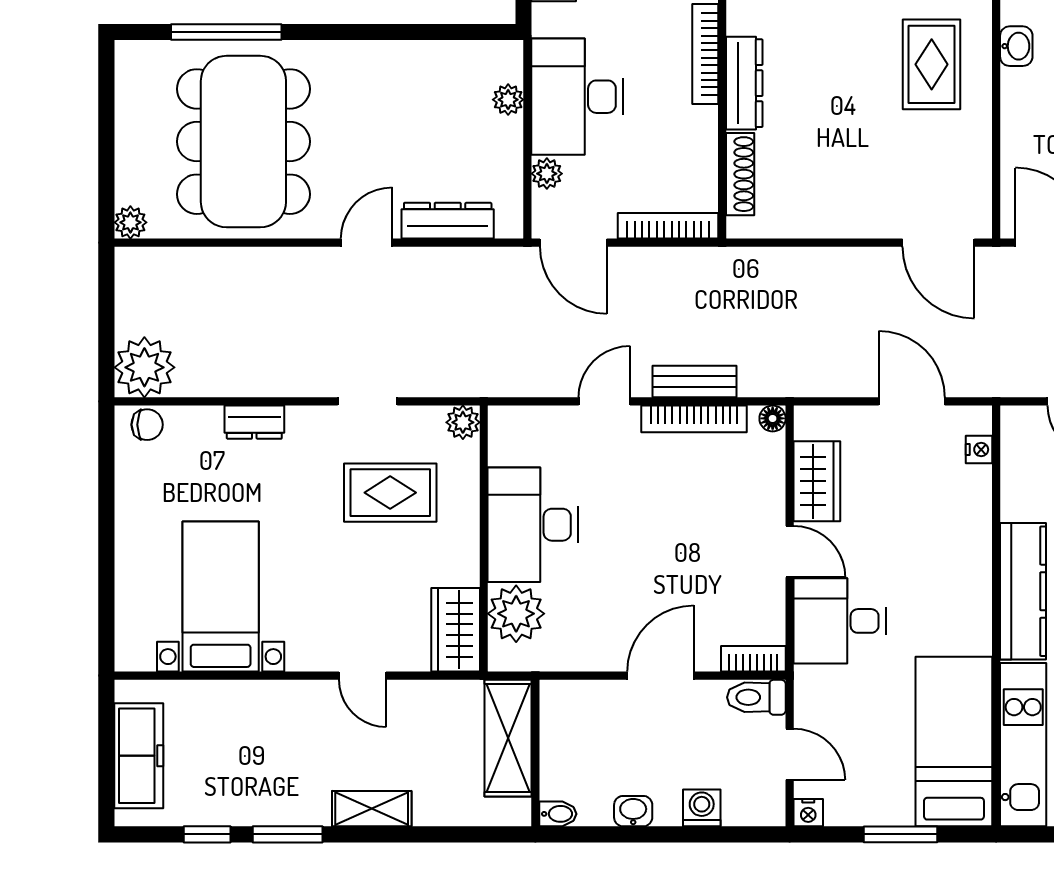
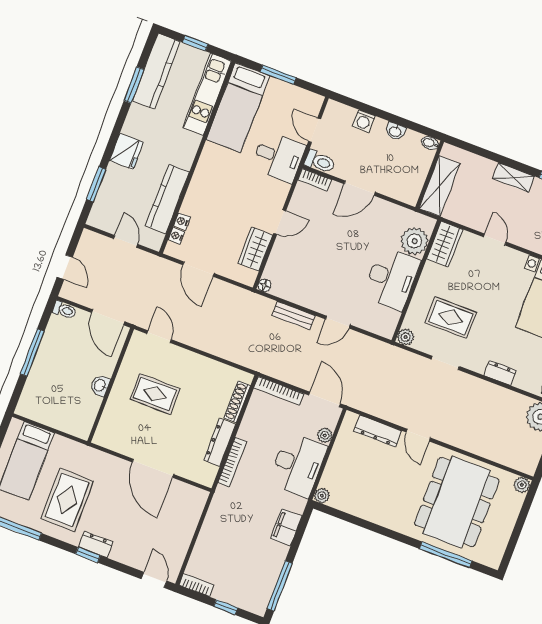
washbasin: (1016, 46) -> (100, 385), moved
rug: (932, 64) -> (155, 394), moved, turned 90
plant: (508, 100) -> (322, 496), moved
door: (367, 243) -> (418, 435), hinge flipped
door: (938, 243) -> (159, 337), width x0.73
bookcase: (694, 419) -> (300, 299), removed
door: (790, 552) -> (280, 222), swing flipped
kitchen counter: (1023, 591) -> (167, 199), moved
desk: (840, 621) -> (278, 157), moved
nightstand: (808, 813) -> (182, 221), moved, turned -90

